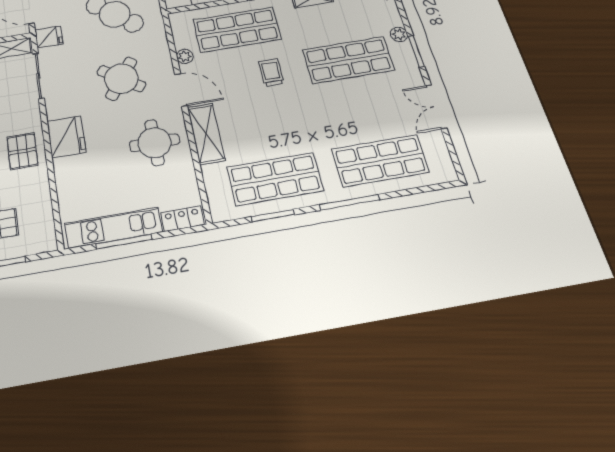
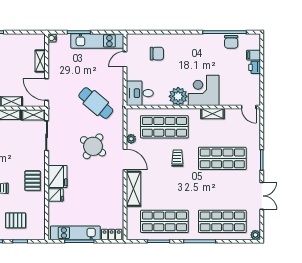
plant: (399, 34) -> (255, 235), moved
fridge: (49, 37) -> (56, 195), moved
double door: (436, 107) -> (262, 196), swing flipped
round table: (155, 143) -> (105, 189), removed

